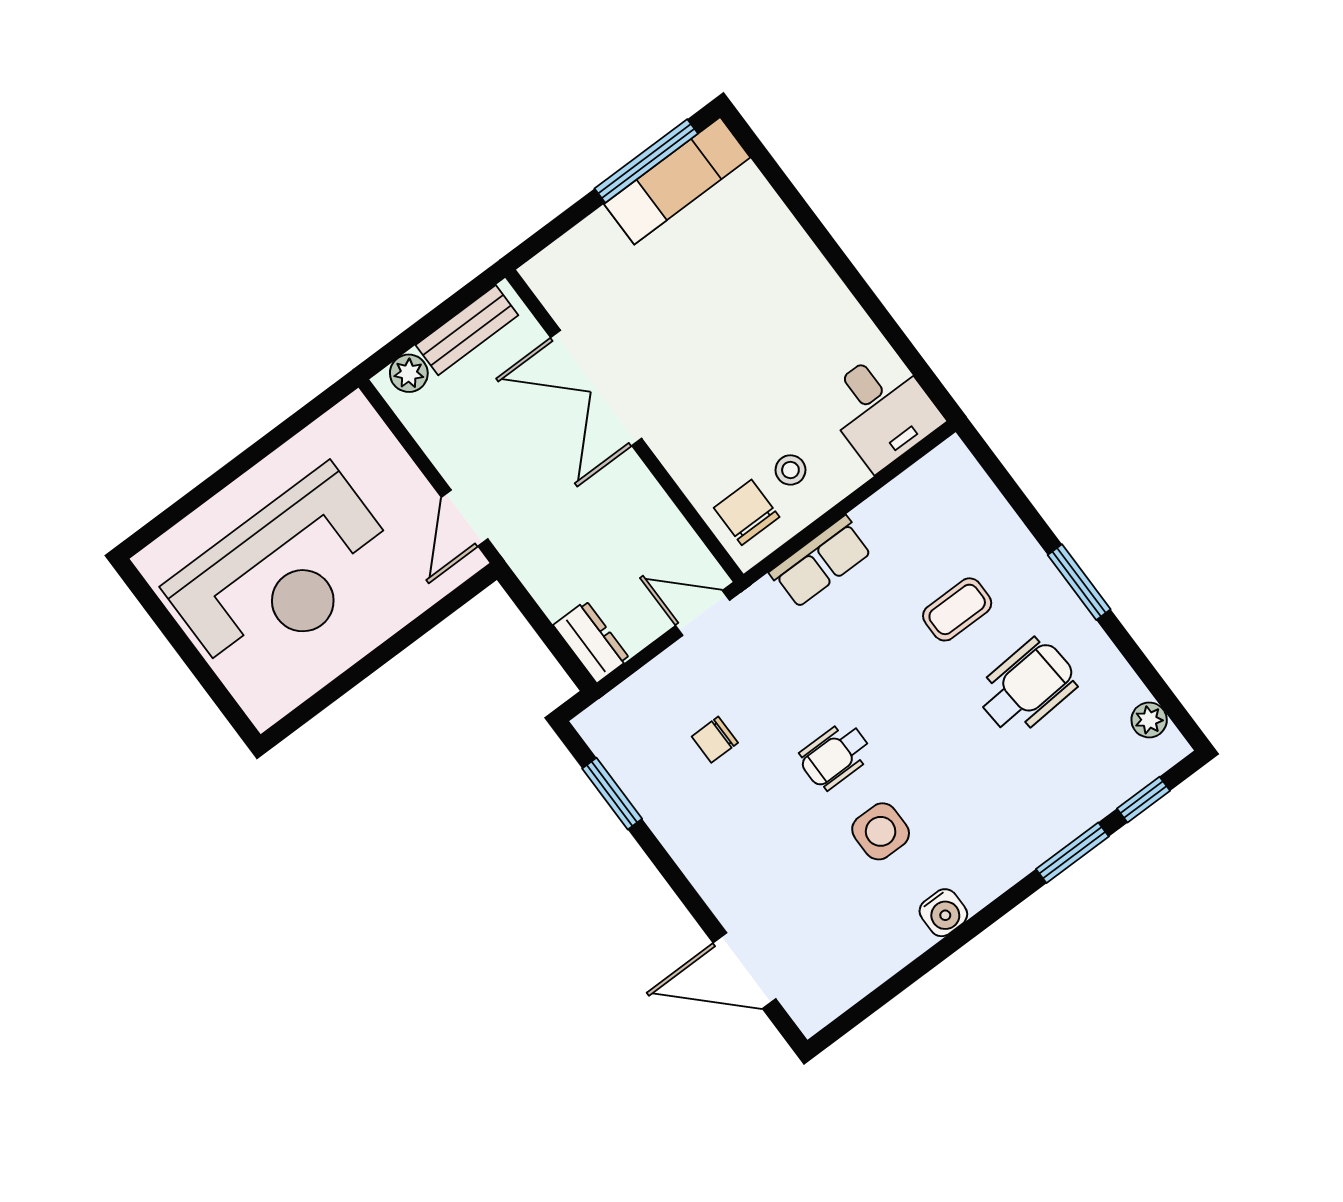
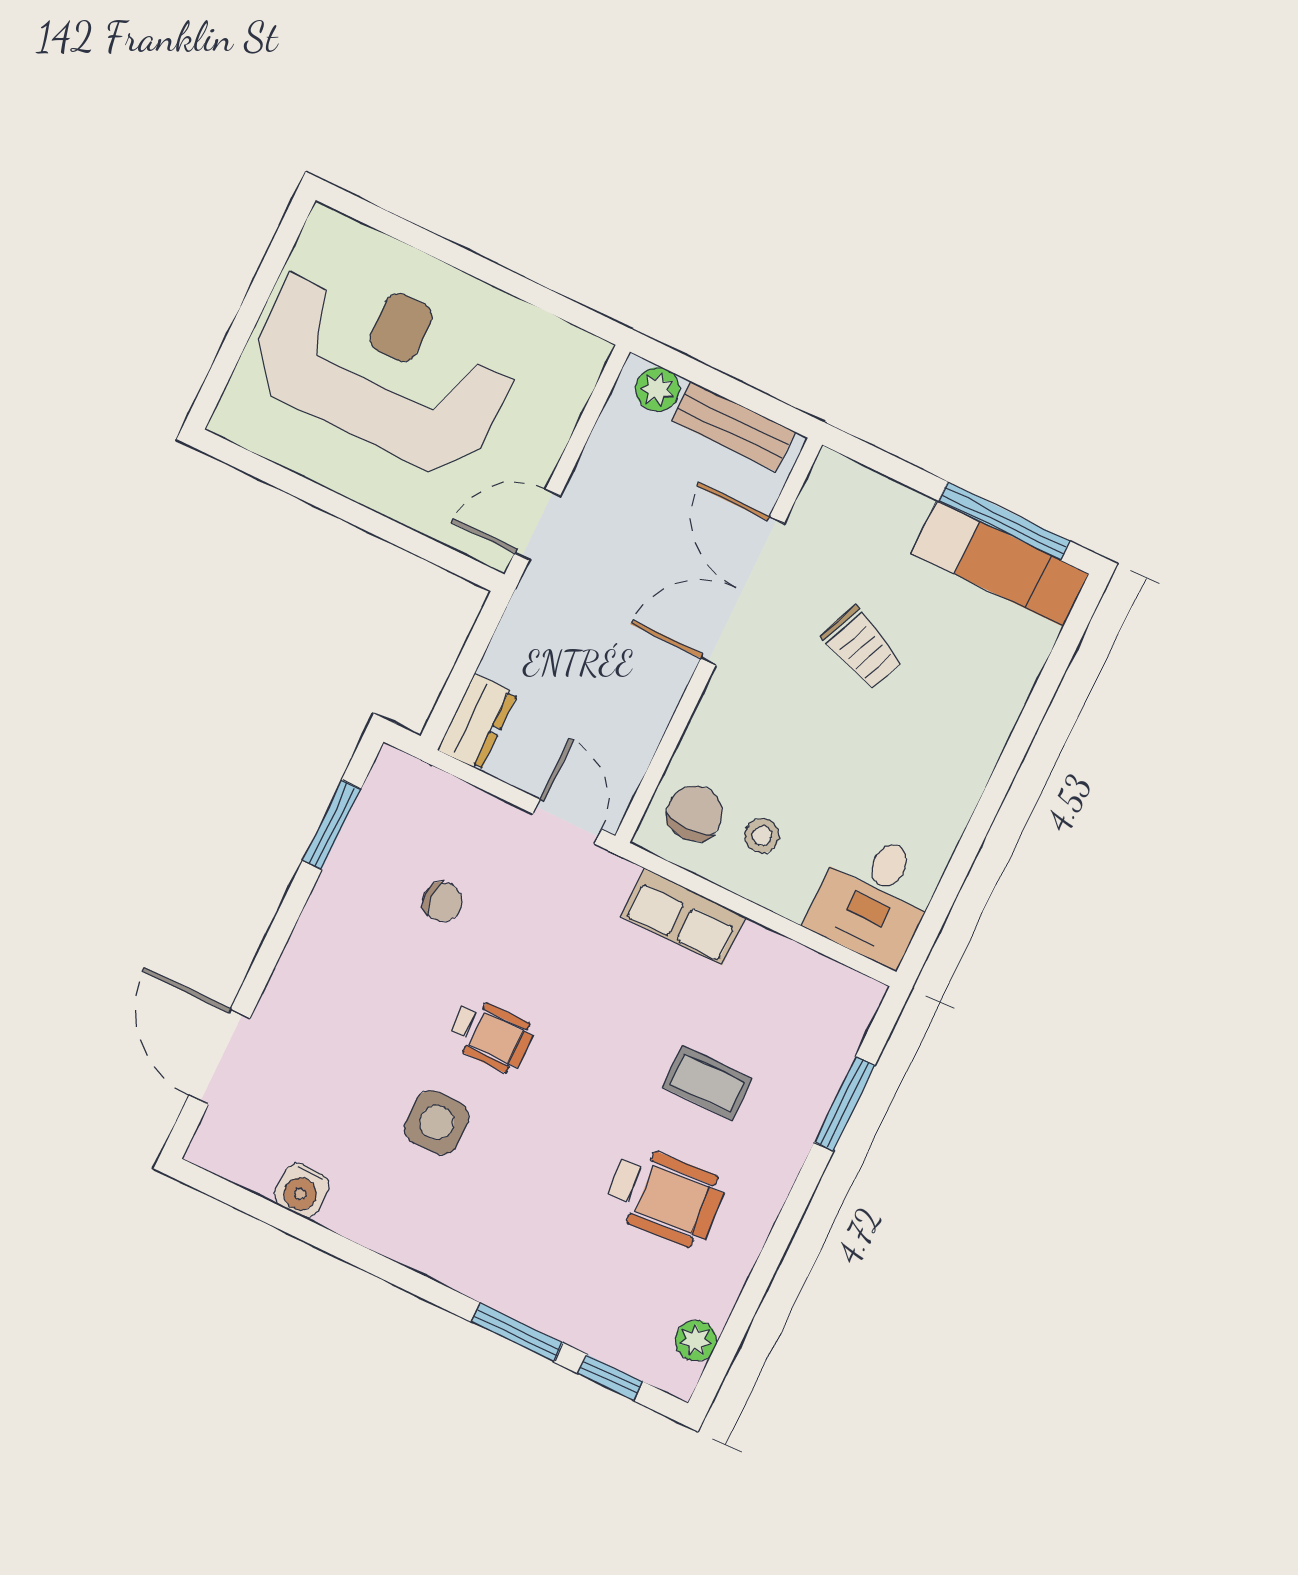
trolley: (687, 319) -> (862, 648), added
reception desk: (283, 574) -> (382, 367), turned 180
window: (1079, 582) -> (845, 1104), moved
chair: (715, 740) -> (443, 902), turned 180
wheelchair: (835, 756) -> (491, 1035), turned 180
water cooler: (943, 913) -> (302, 1190), moved

